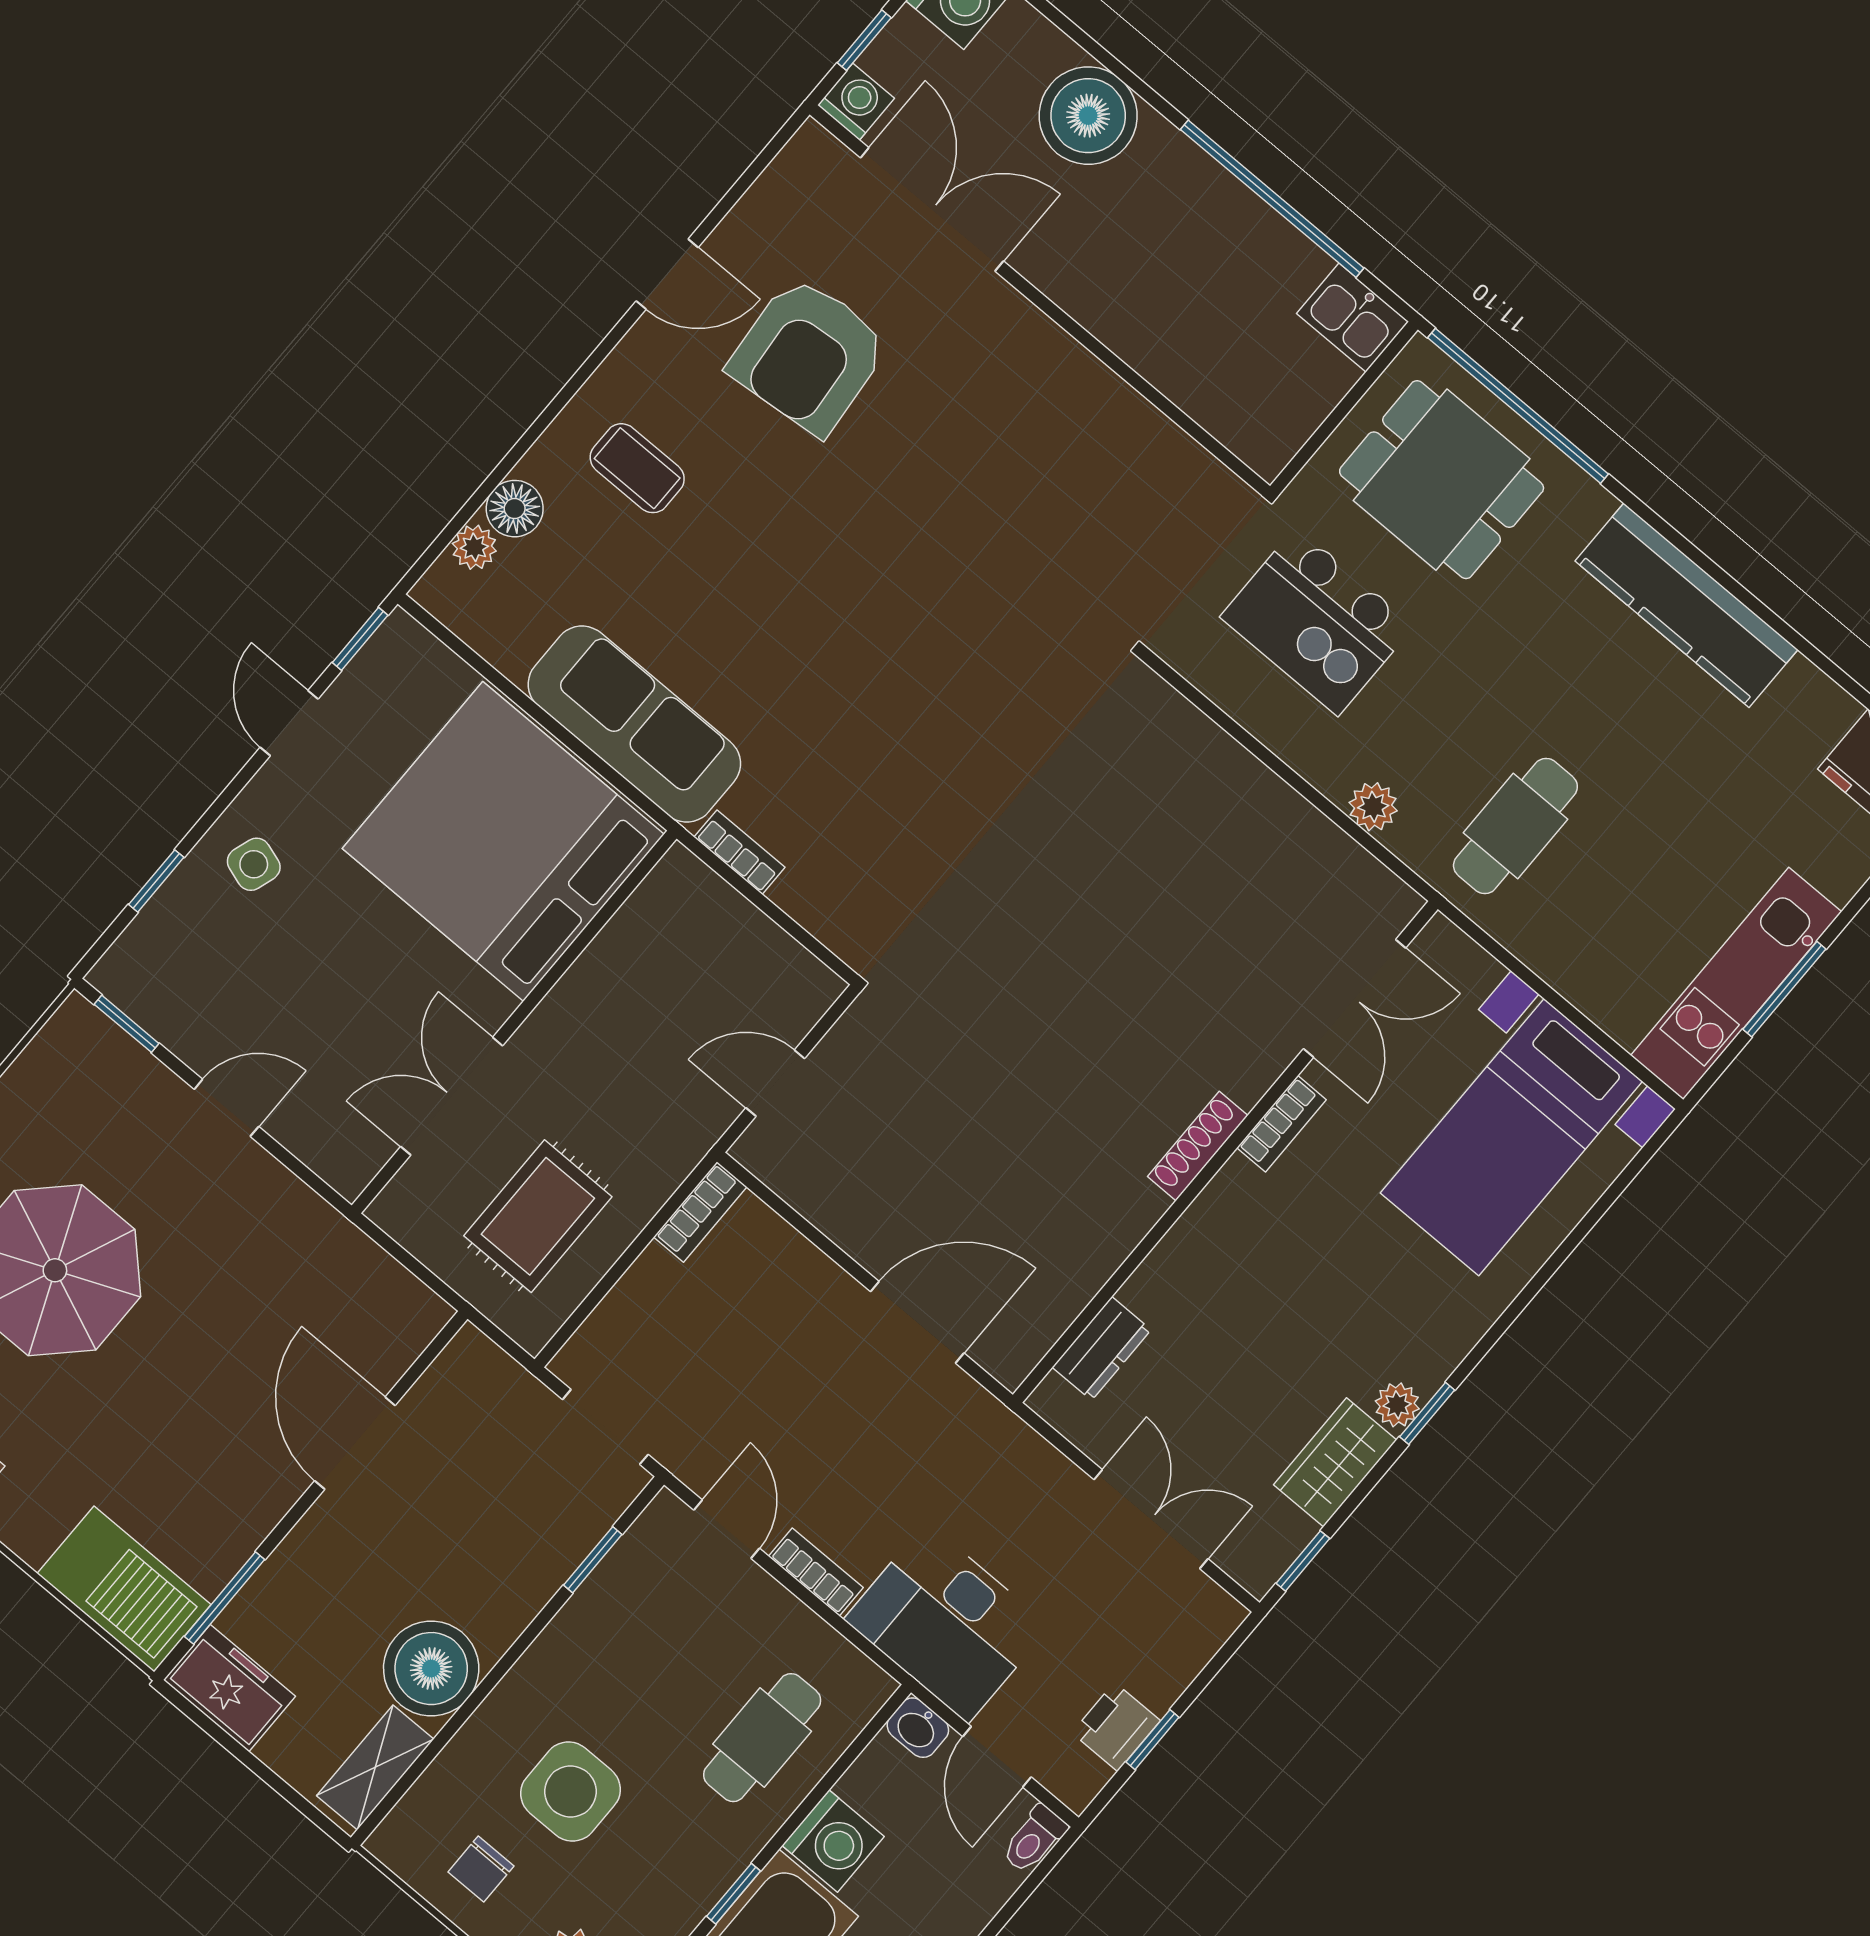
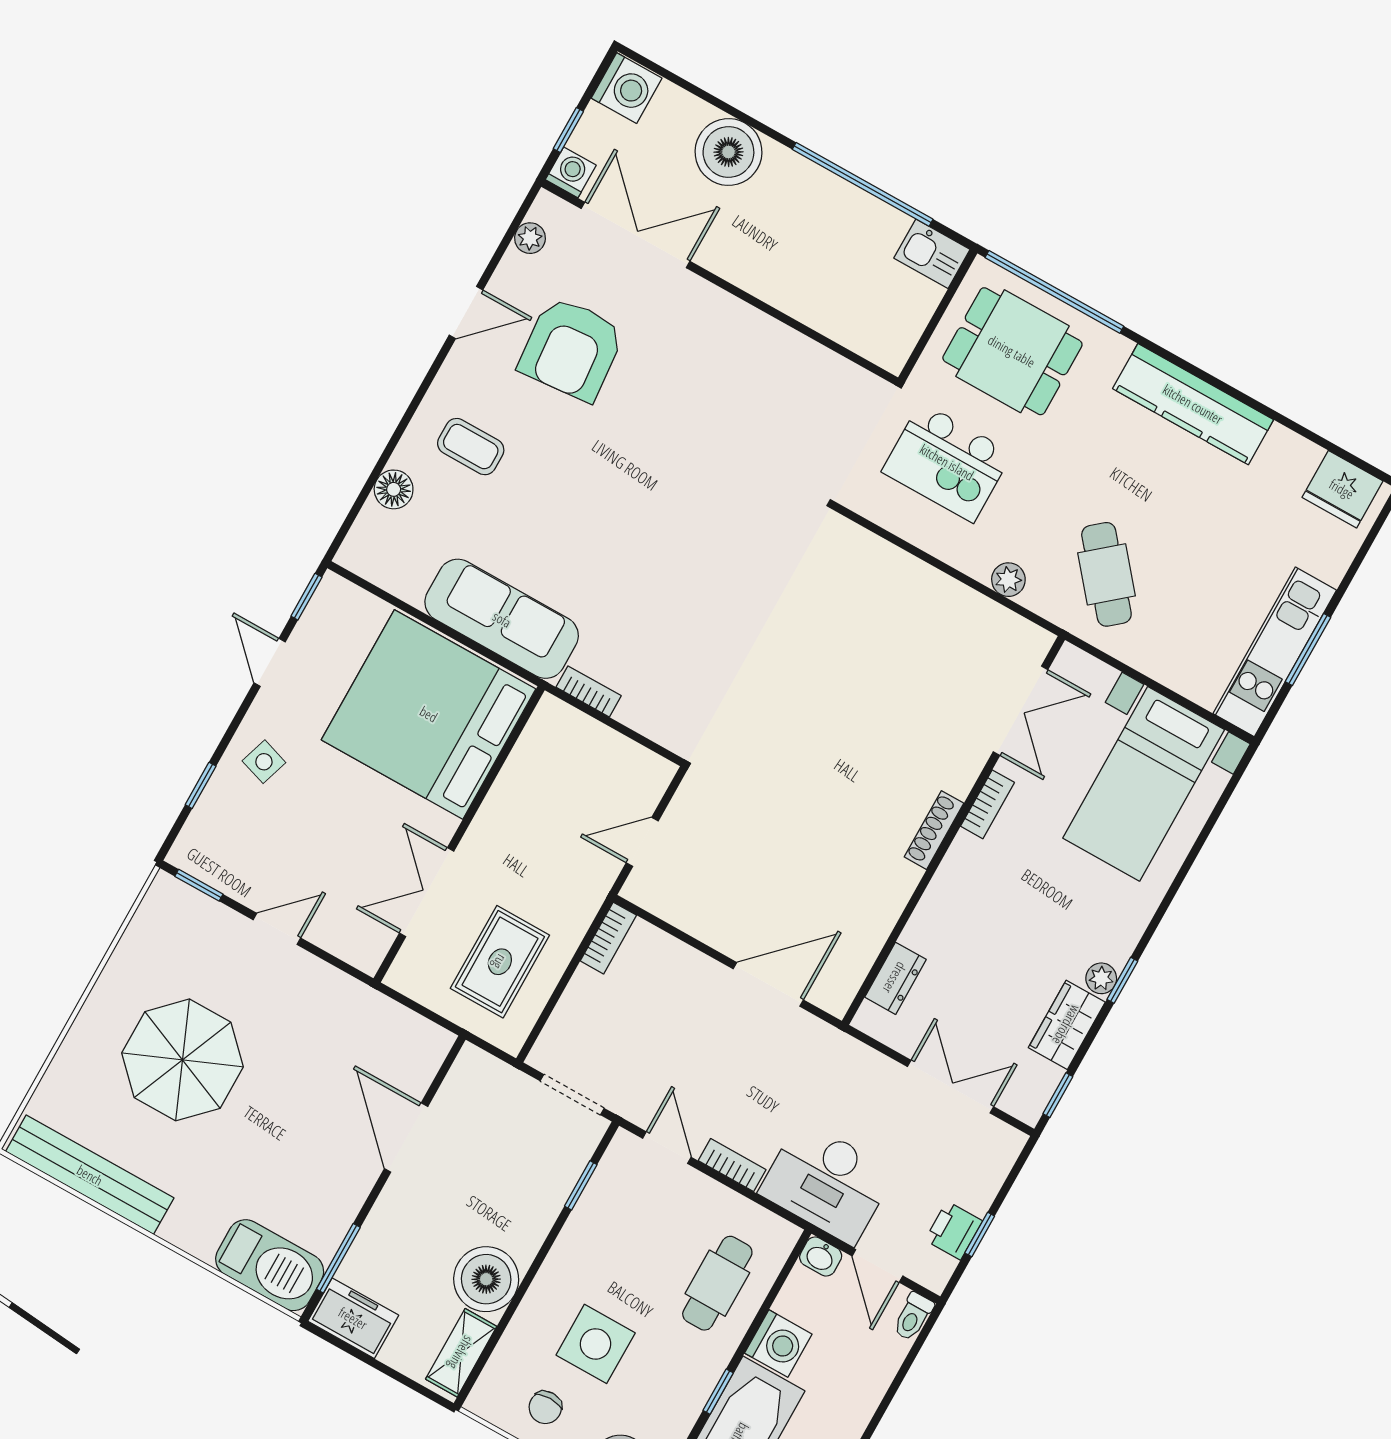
plant: (474, 547) -> (530, 238), moved
cafe table: (1515, 826) -> (1106, 574), turned -40

